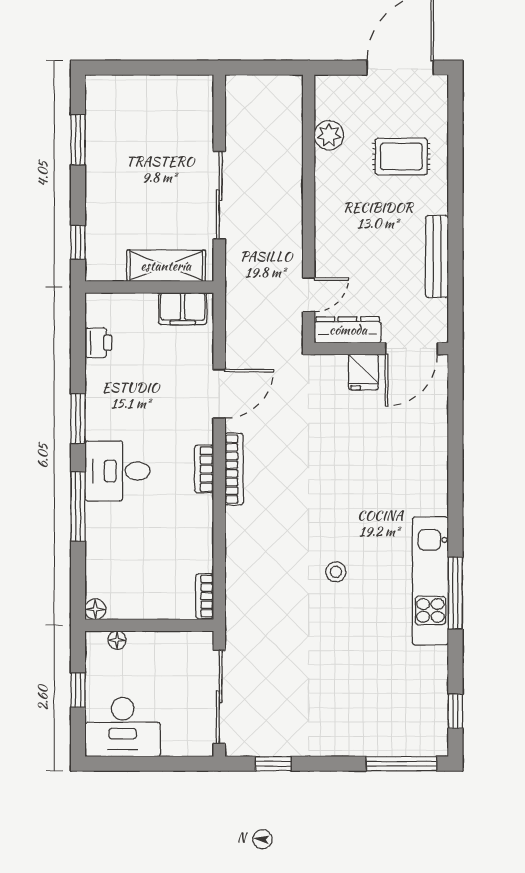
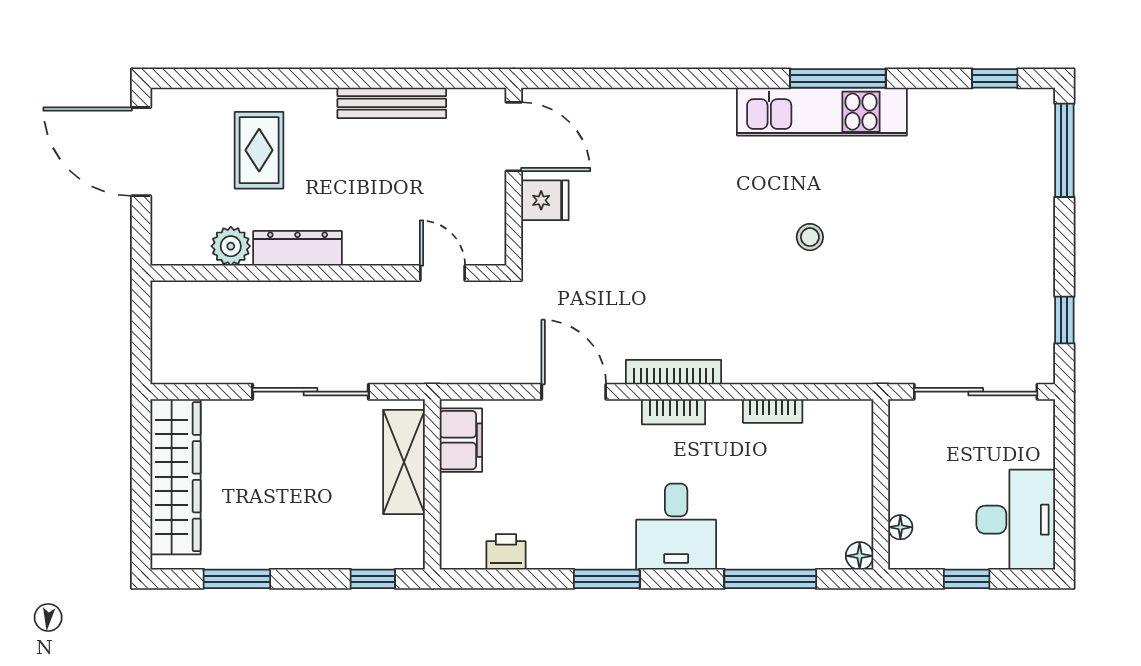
wardrobe: (155, 94) -> (176, 477), added
dresser: (348, 330) -> (298, 248), moved, turned 90
window: (78, 506) -> (770, 579), moved
bookcase: (205, 596) -> (773, 411), moved

